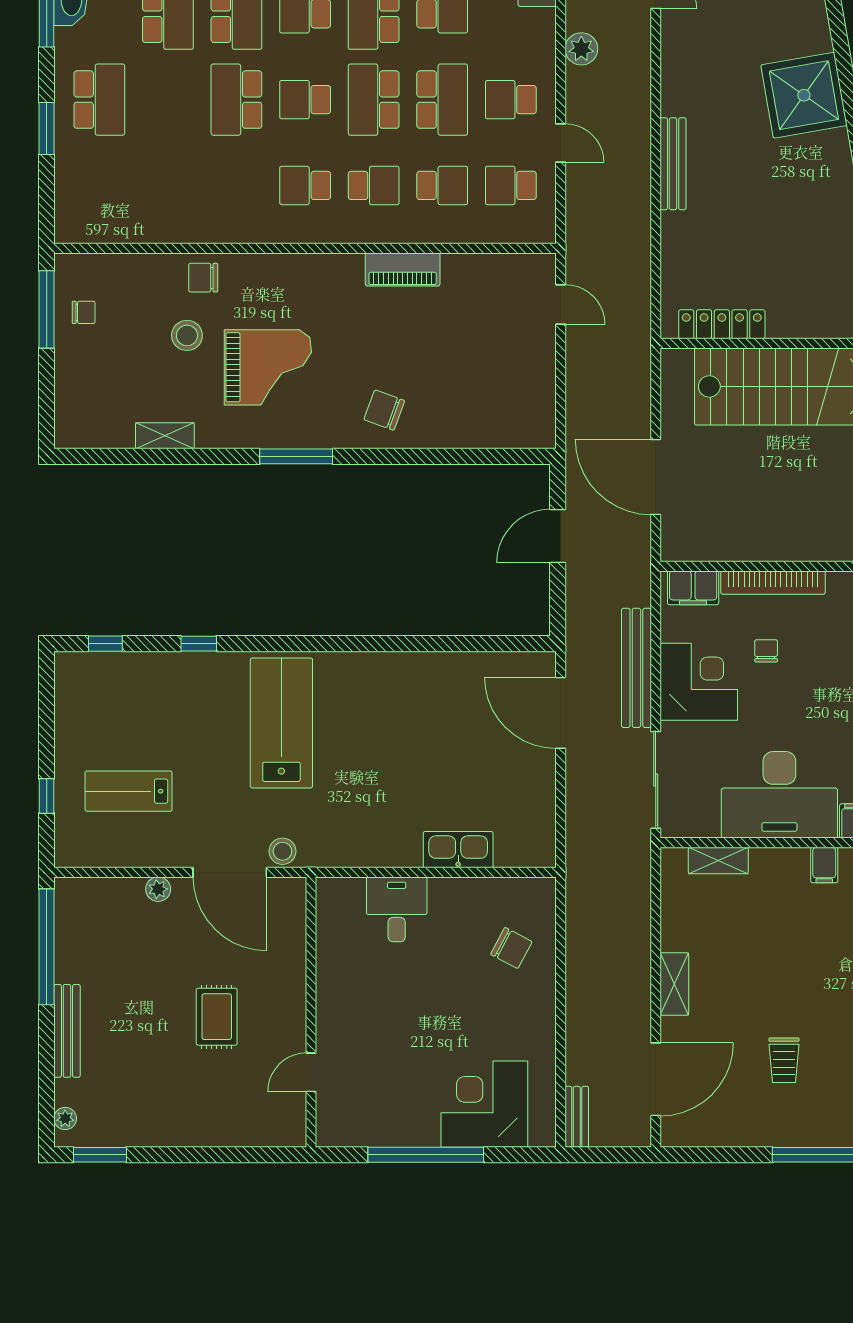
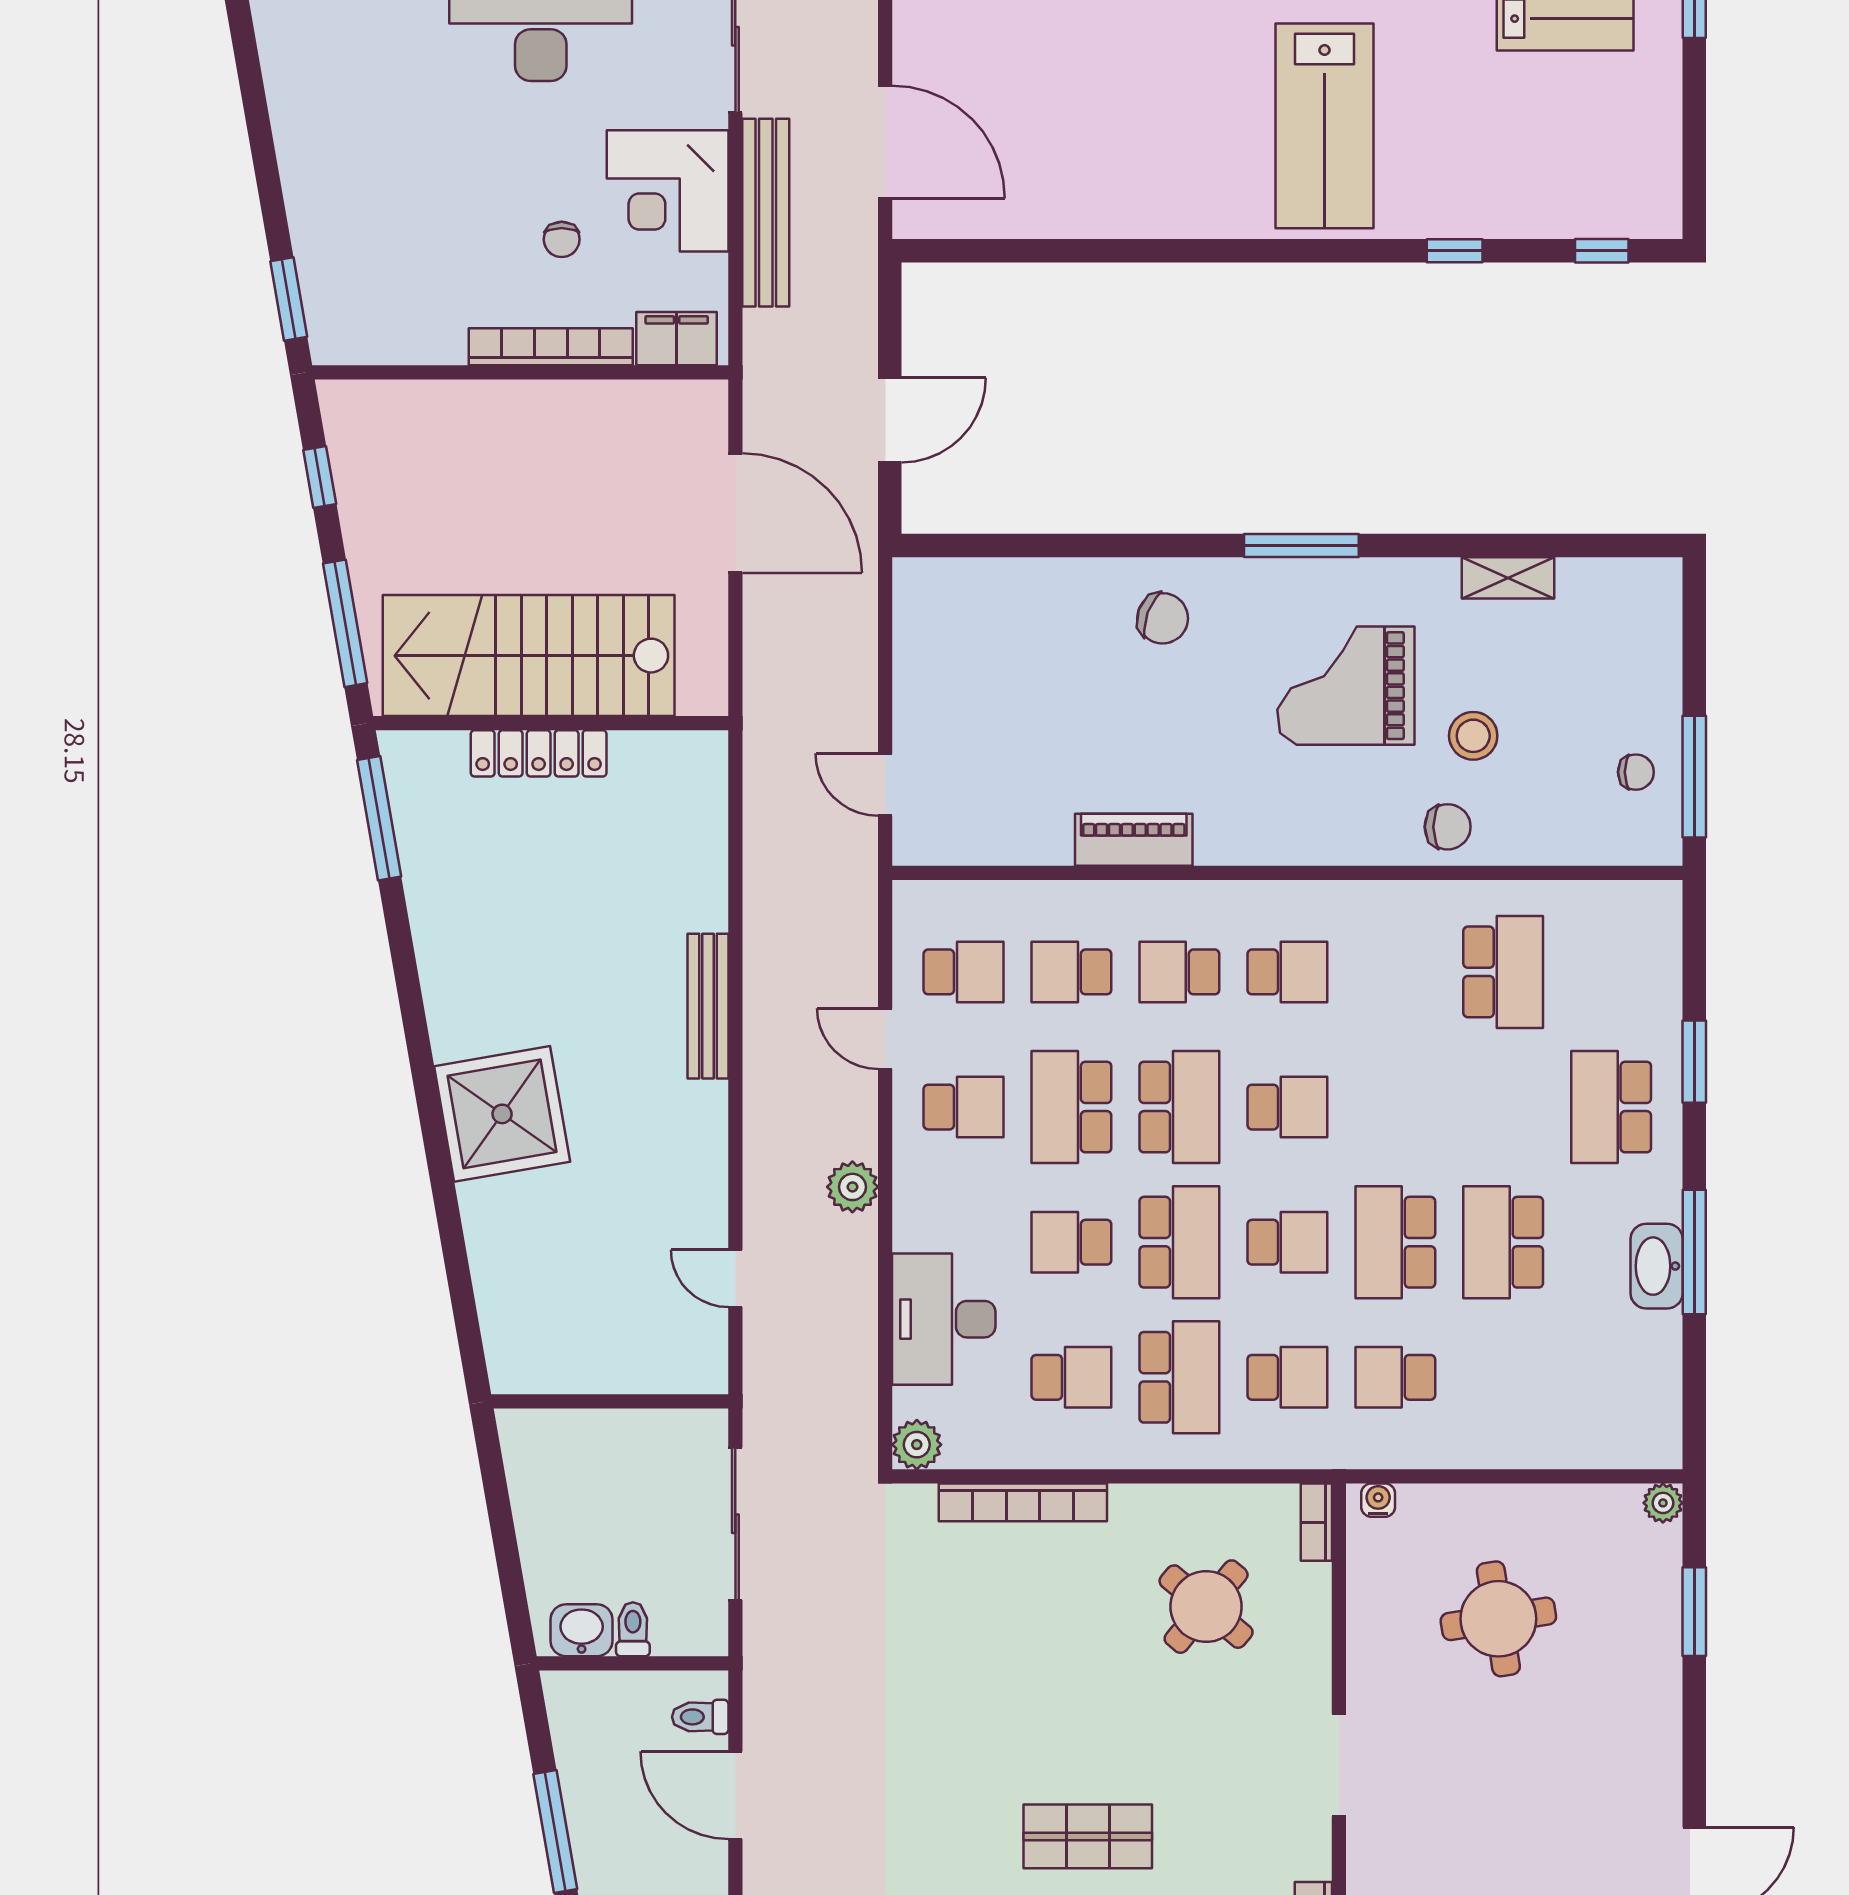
school desk: (236, 100) -> (1503, 972), moved
chair: (84, 312) -> (1636, 772), turned 180
locker: (722, 324) -> (539, 753), moved

